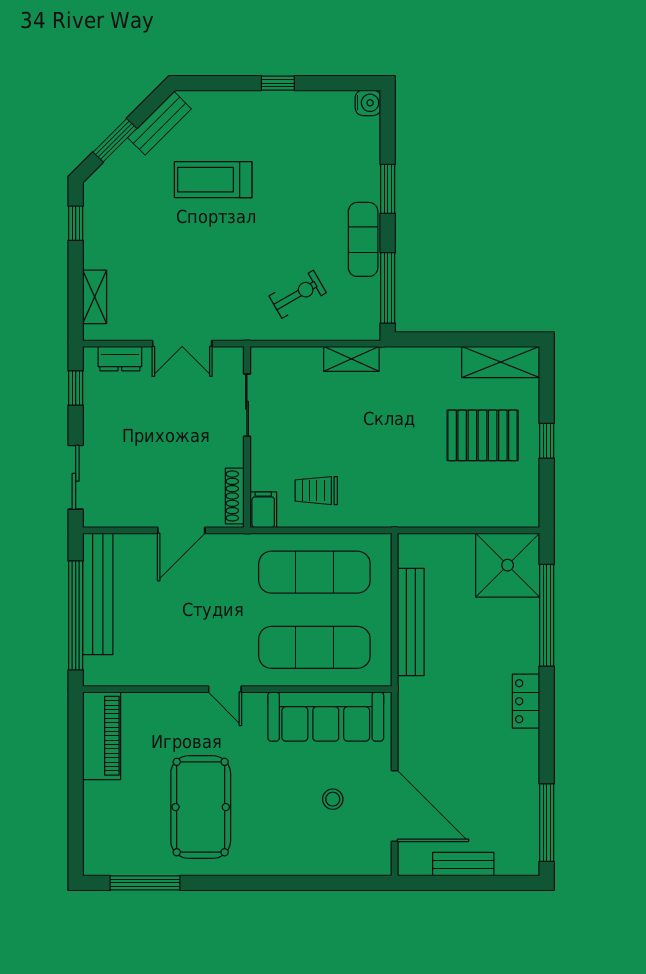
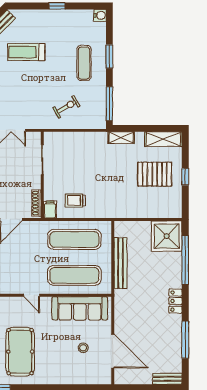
exercise mat: (363, 239) -> (84, 63), moved
shelving: (351, 359) -> (121, 138), moved
window: (547, 823) -> (185, 340), moved
bench: (463, 864) -> (167, 379), moved

